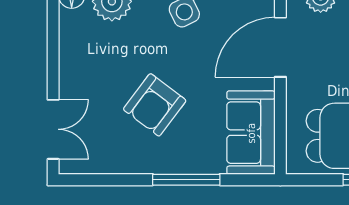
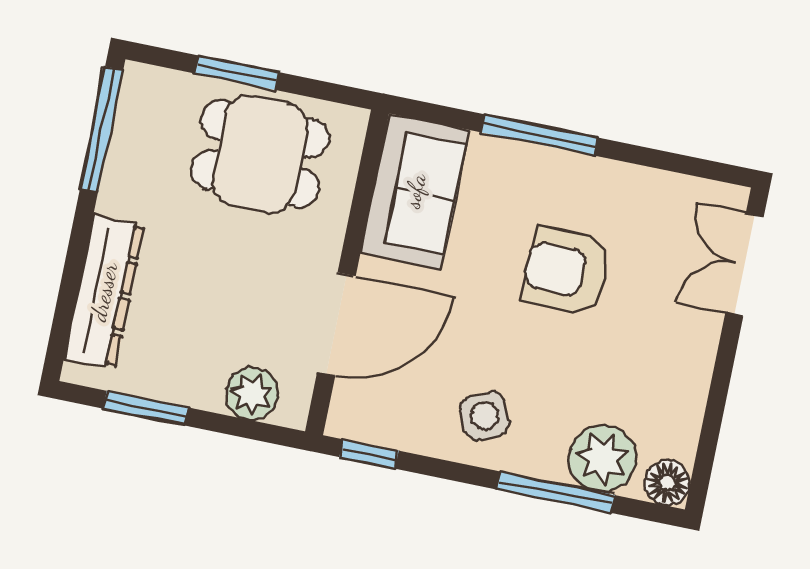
armchair: (155, 105) -> (566, 271), turned -127

